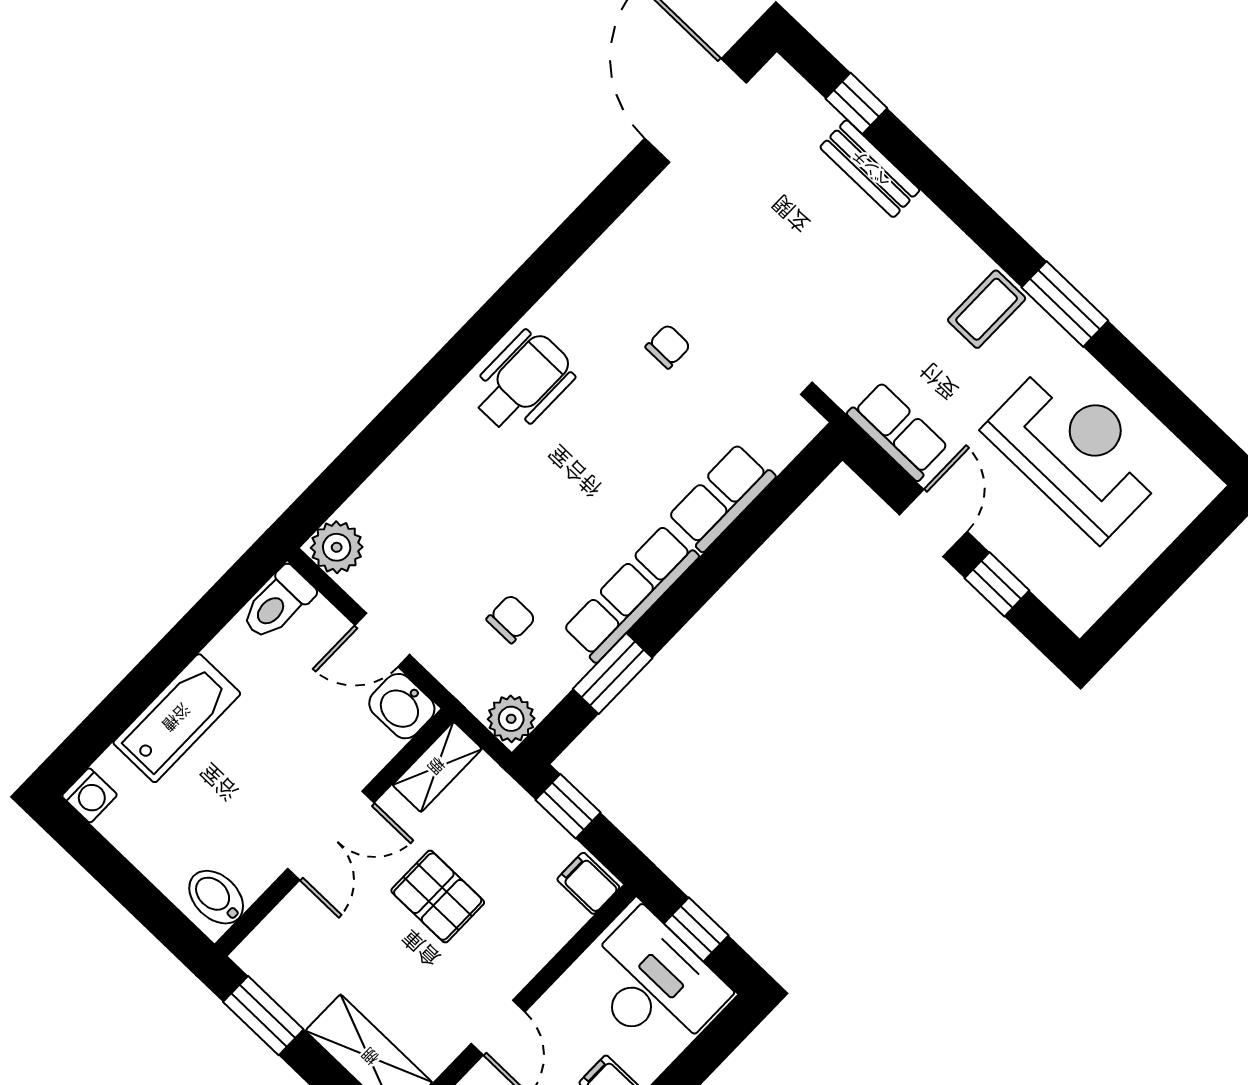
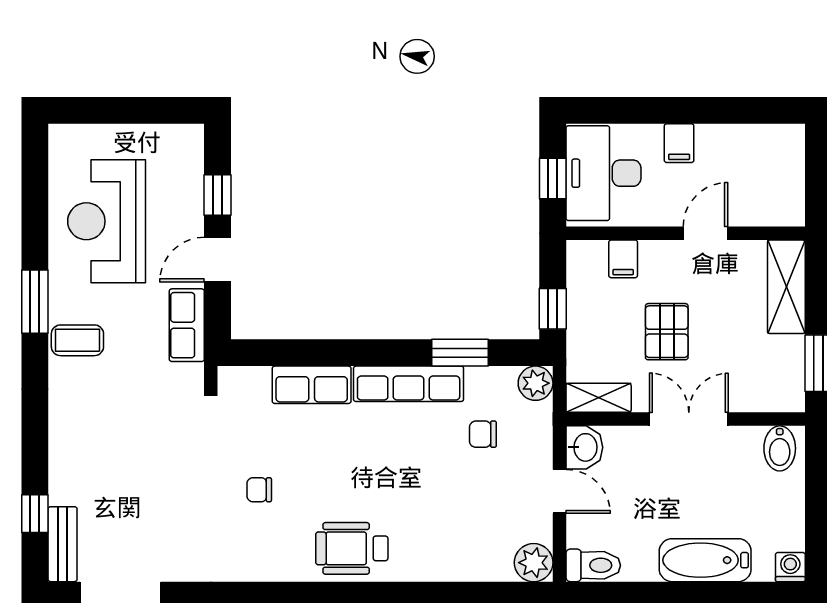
bench: (870, 169) -> (63, 544), moved
filing cabinet: (588, 883) -> (623, 259), moved

